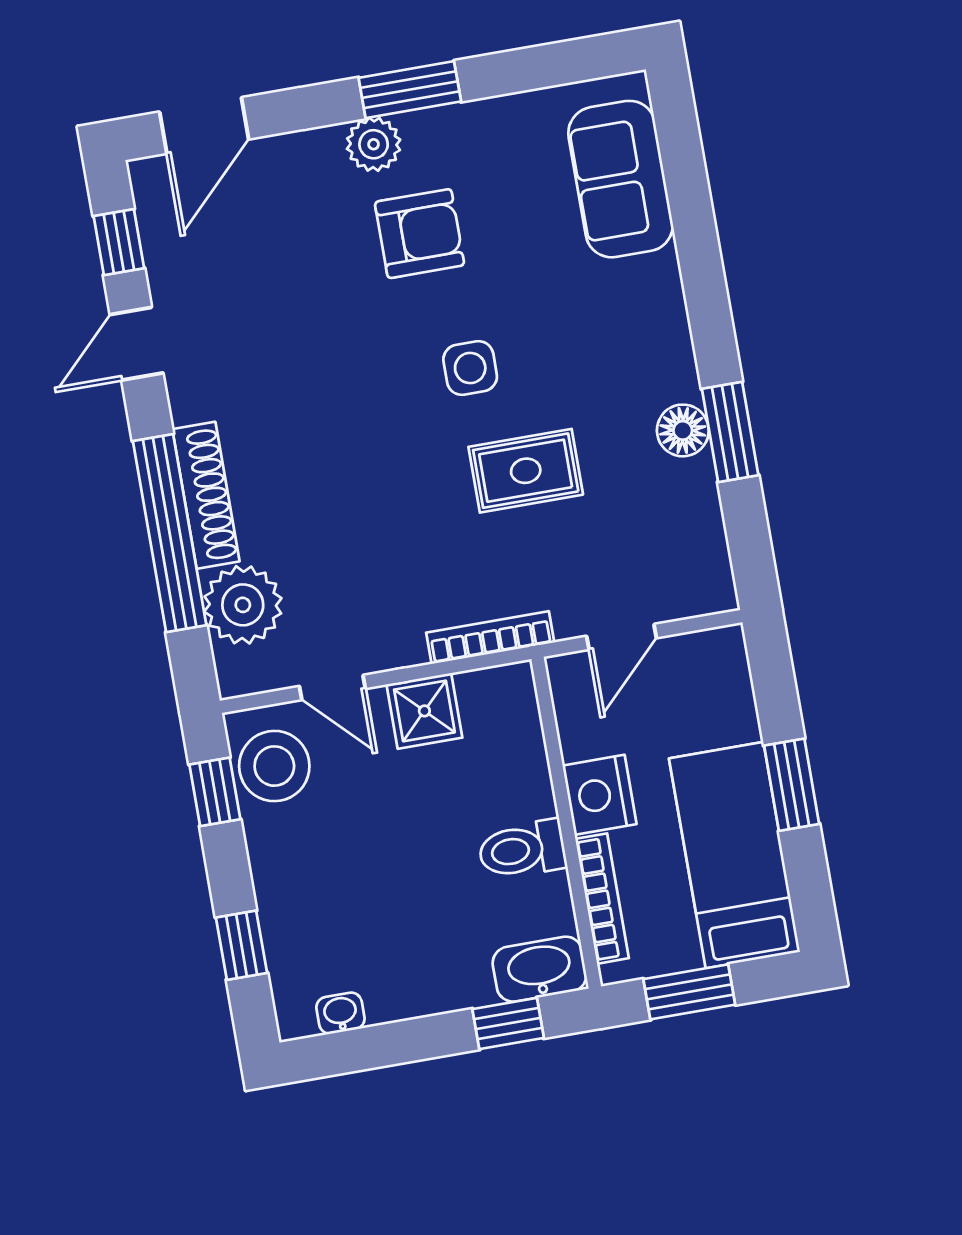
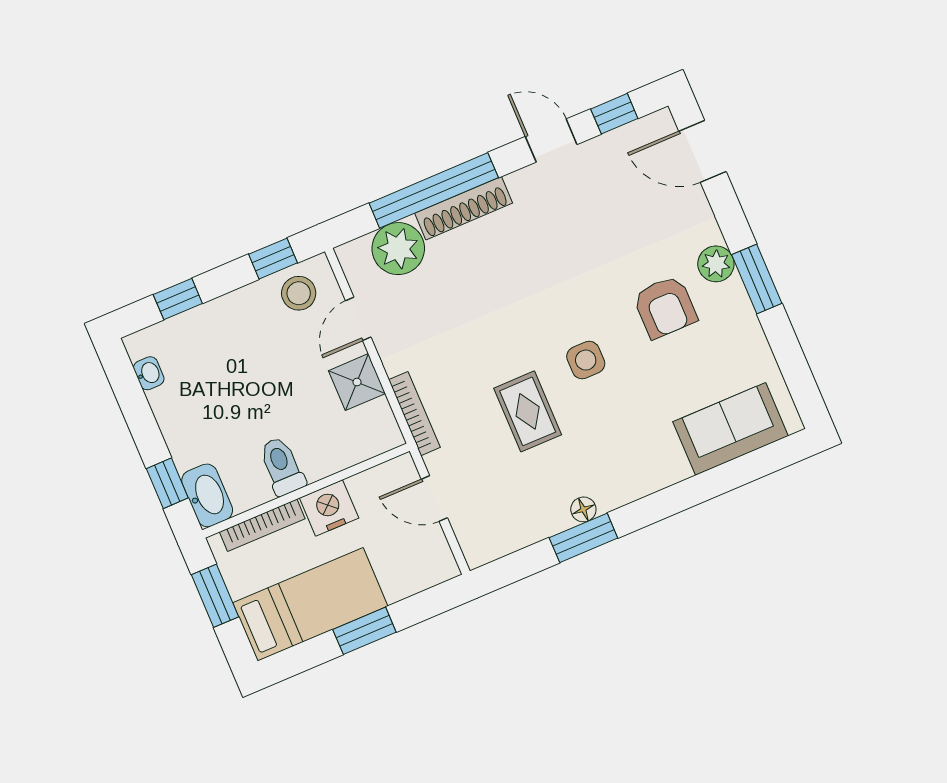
floor lamp: (683, 430) -> (583, 509), width x0.73, depth x0.73
stool: (274, 766) -> (299, 293), width x0.73, depth x0.73

